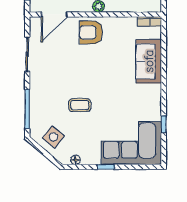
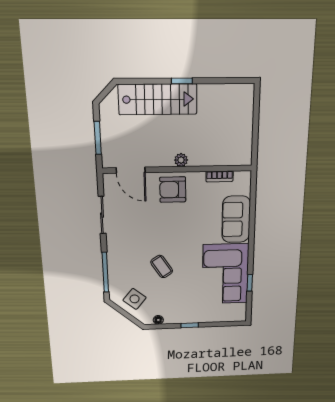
door: (54, 14) -> (131, 170), hinge flipped
bookcase: (149, 21) -> (220, 176), moved
coffee table: (80, 105) -> (162, 267), turned 57
corner sofa: (131, 143) -> (225, 274), moved, turned -90

